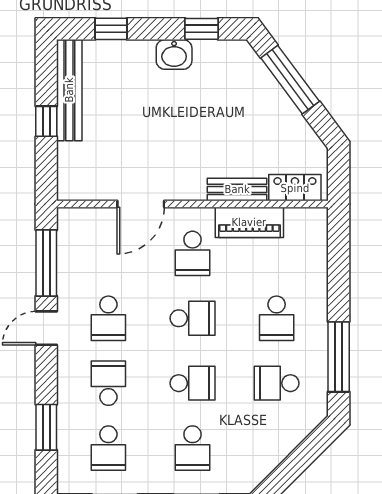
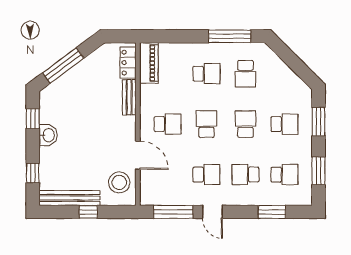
stool: (95, 173) -> (119, 182), added
piano: (249, 222) -> (149, 63), moved

